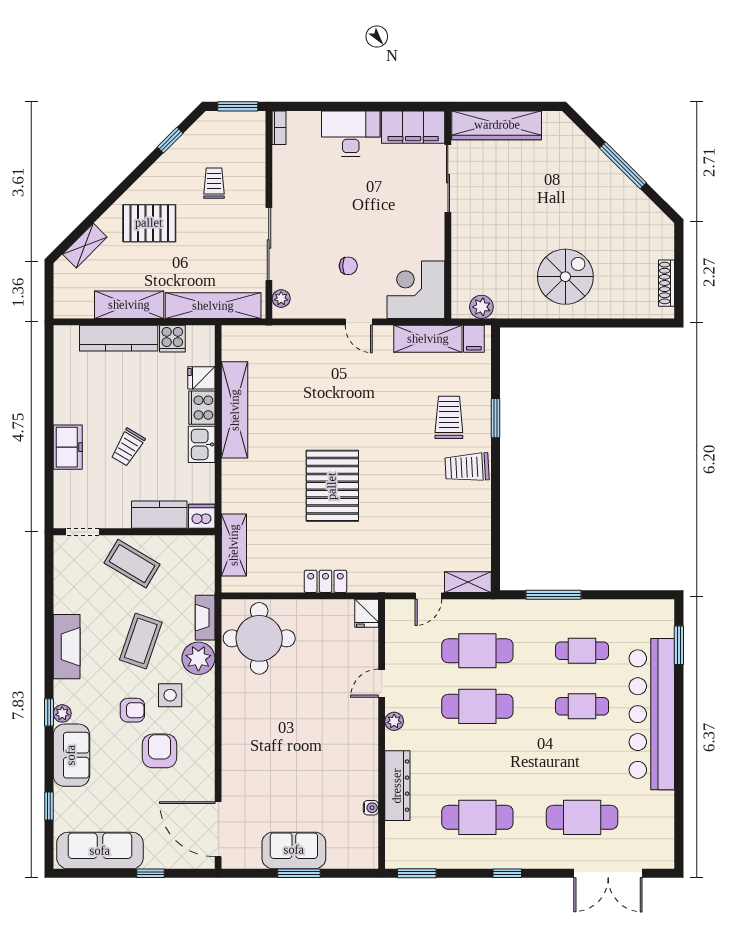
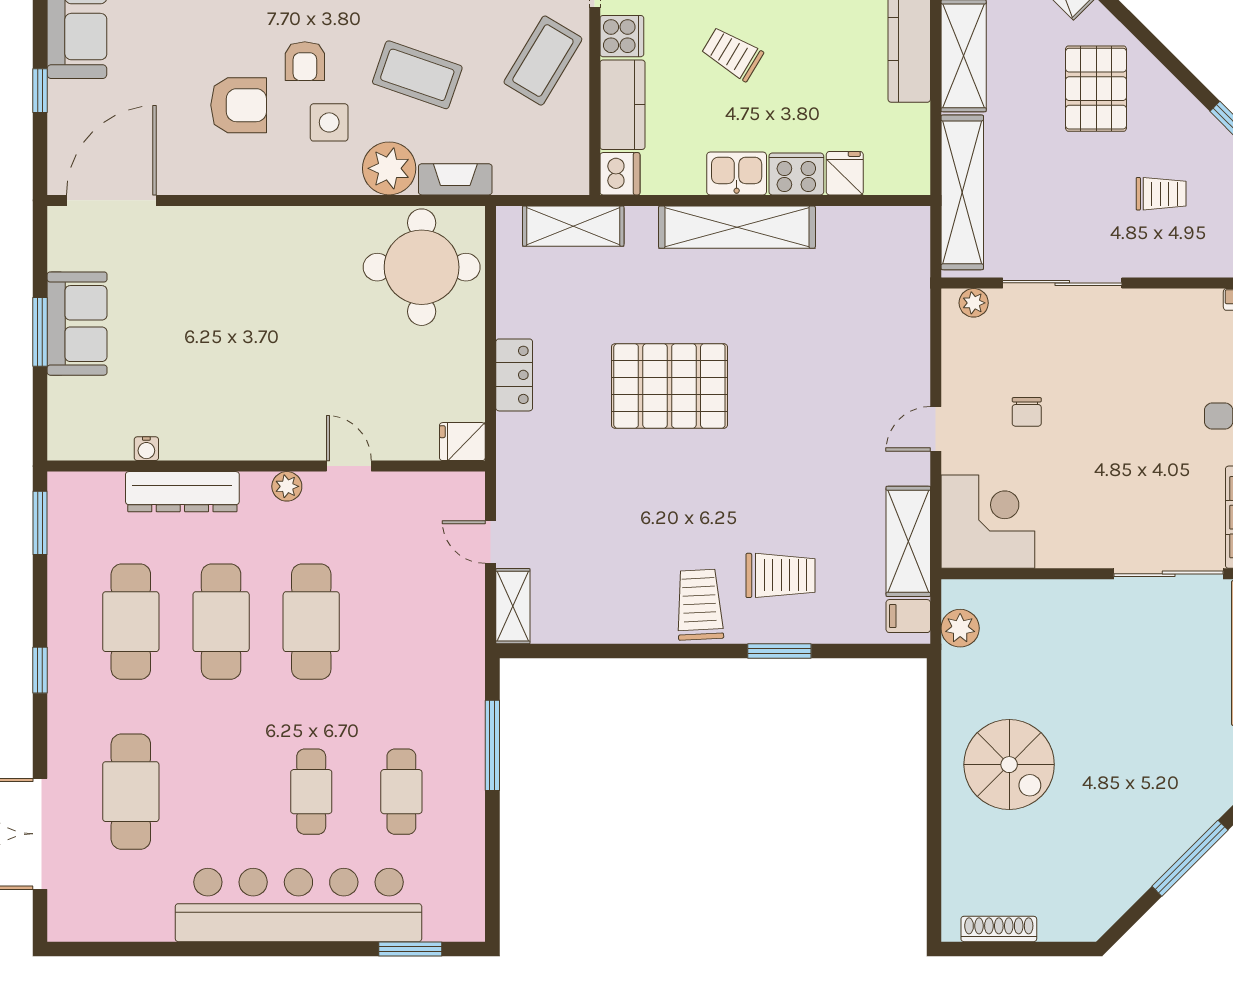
cooker: (172, 339) -> (622, 36), moved, turned 180
shelving: (235, 410) -> (737, 227), moved
cafe table: (477, 651) -> (221, 622), moved

